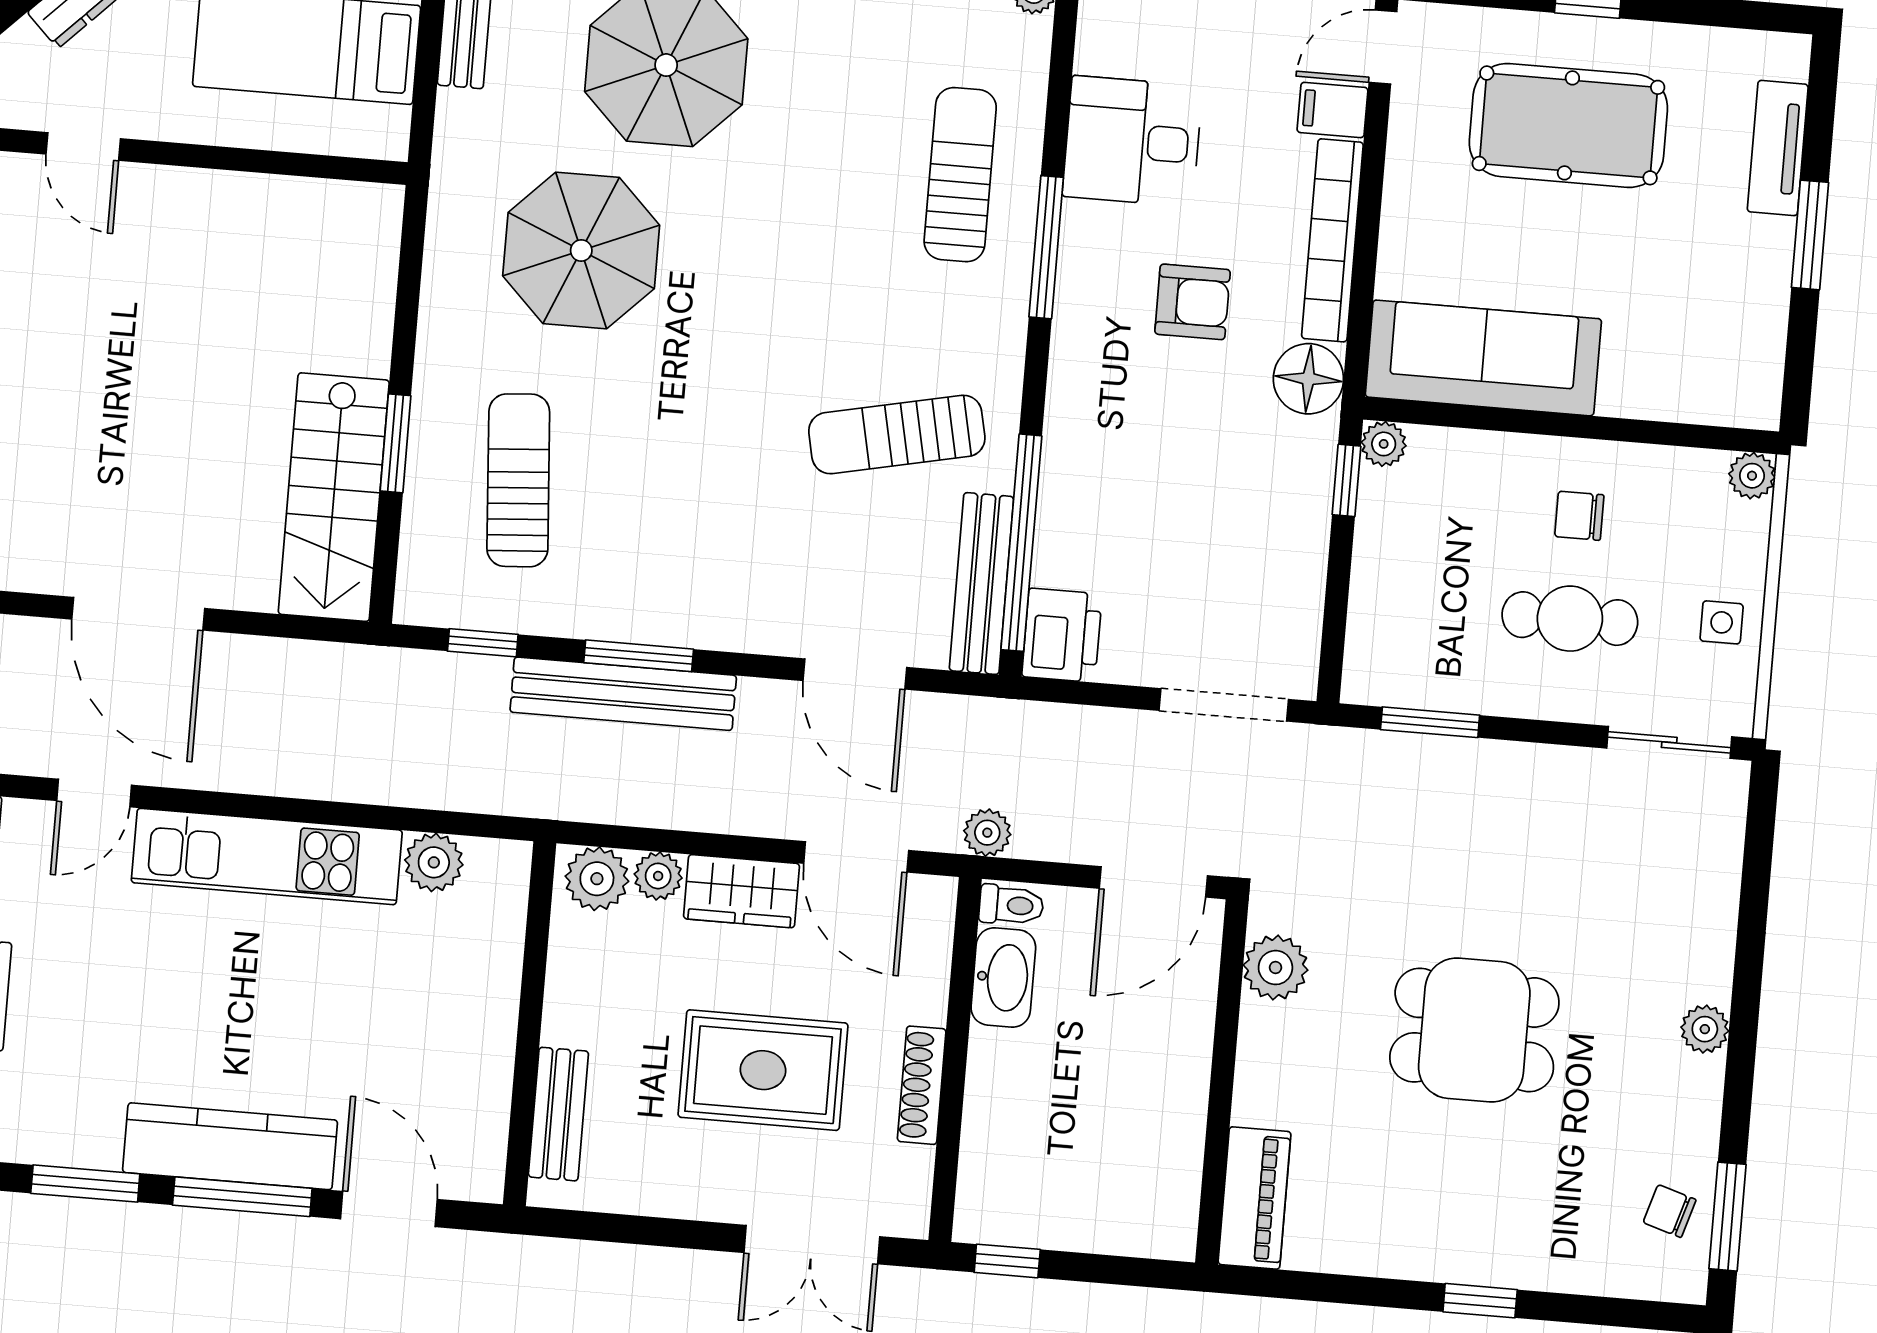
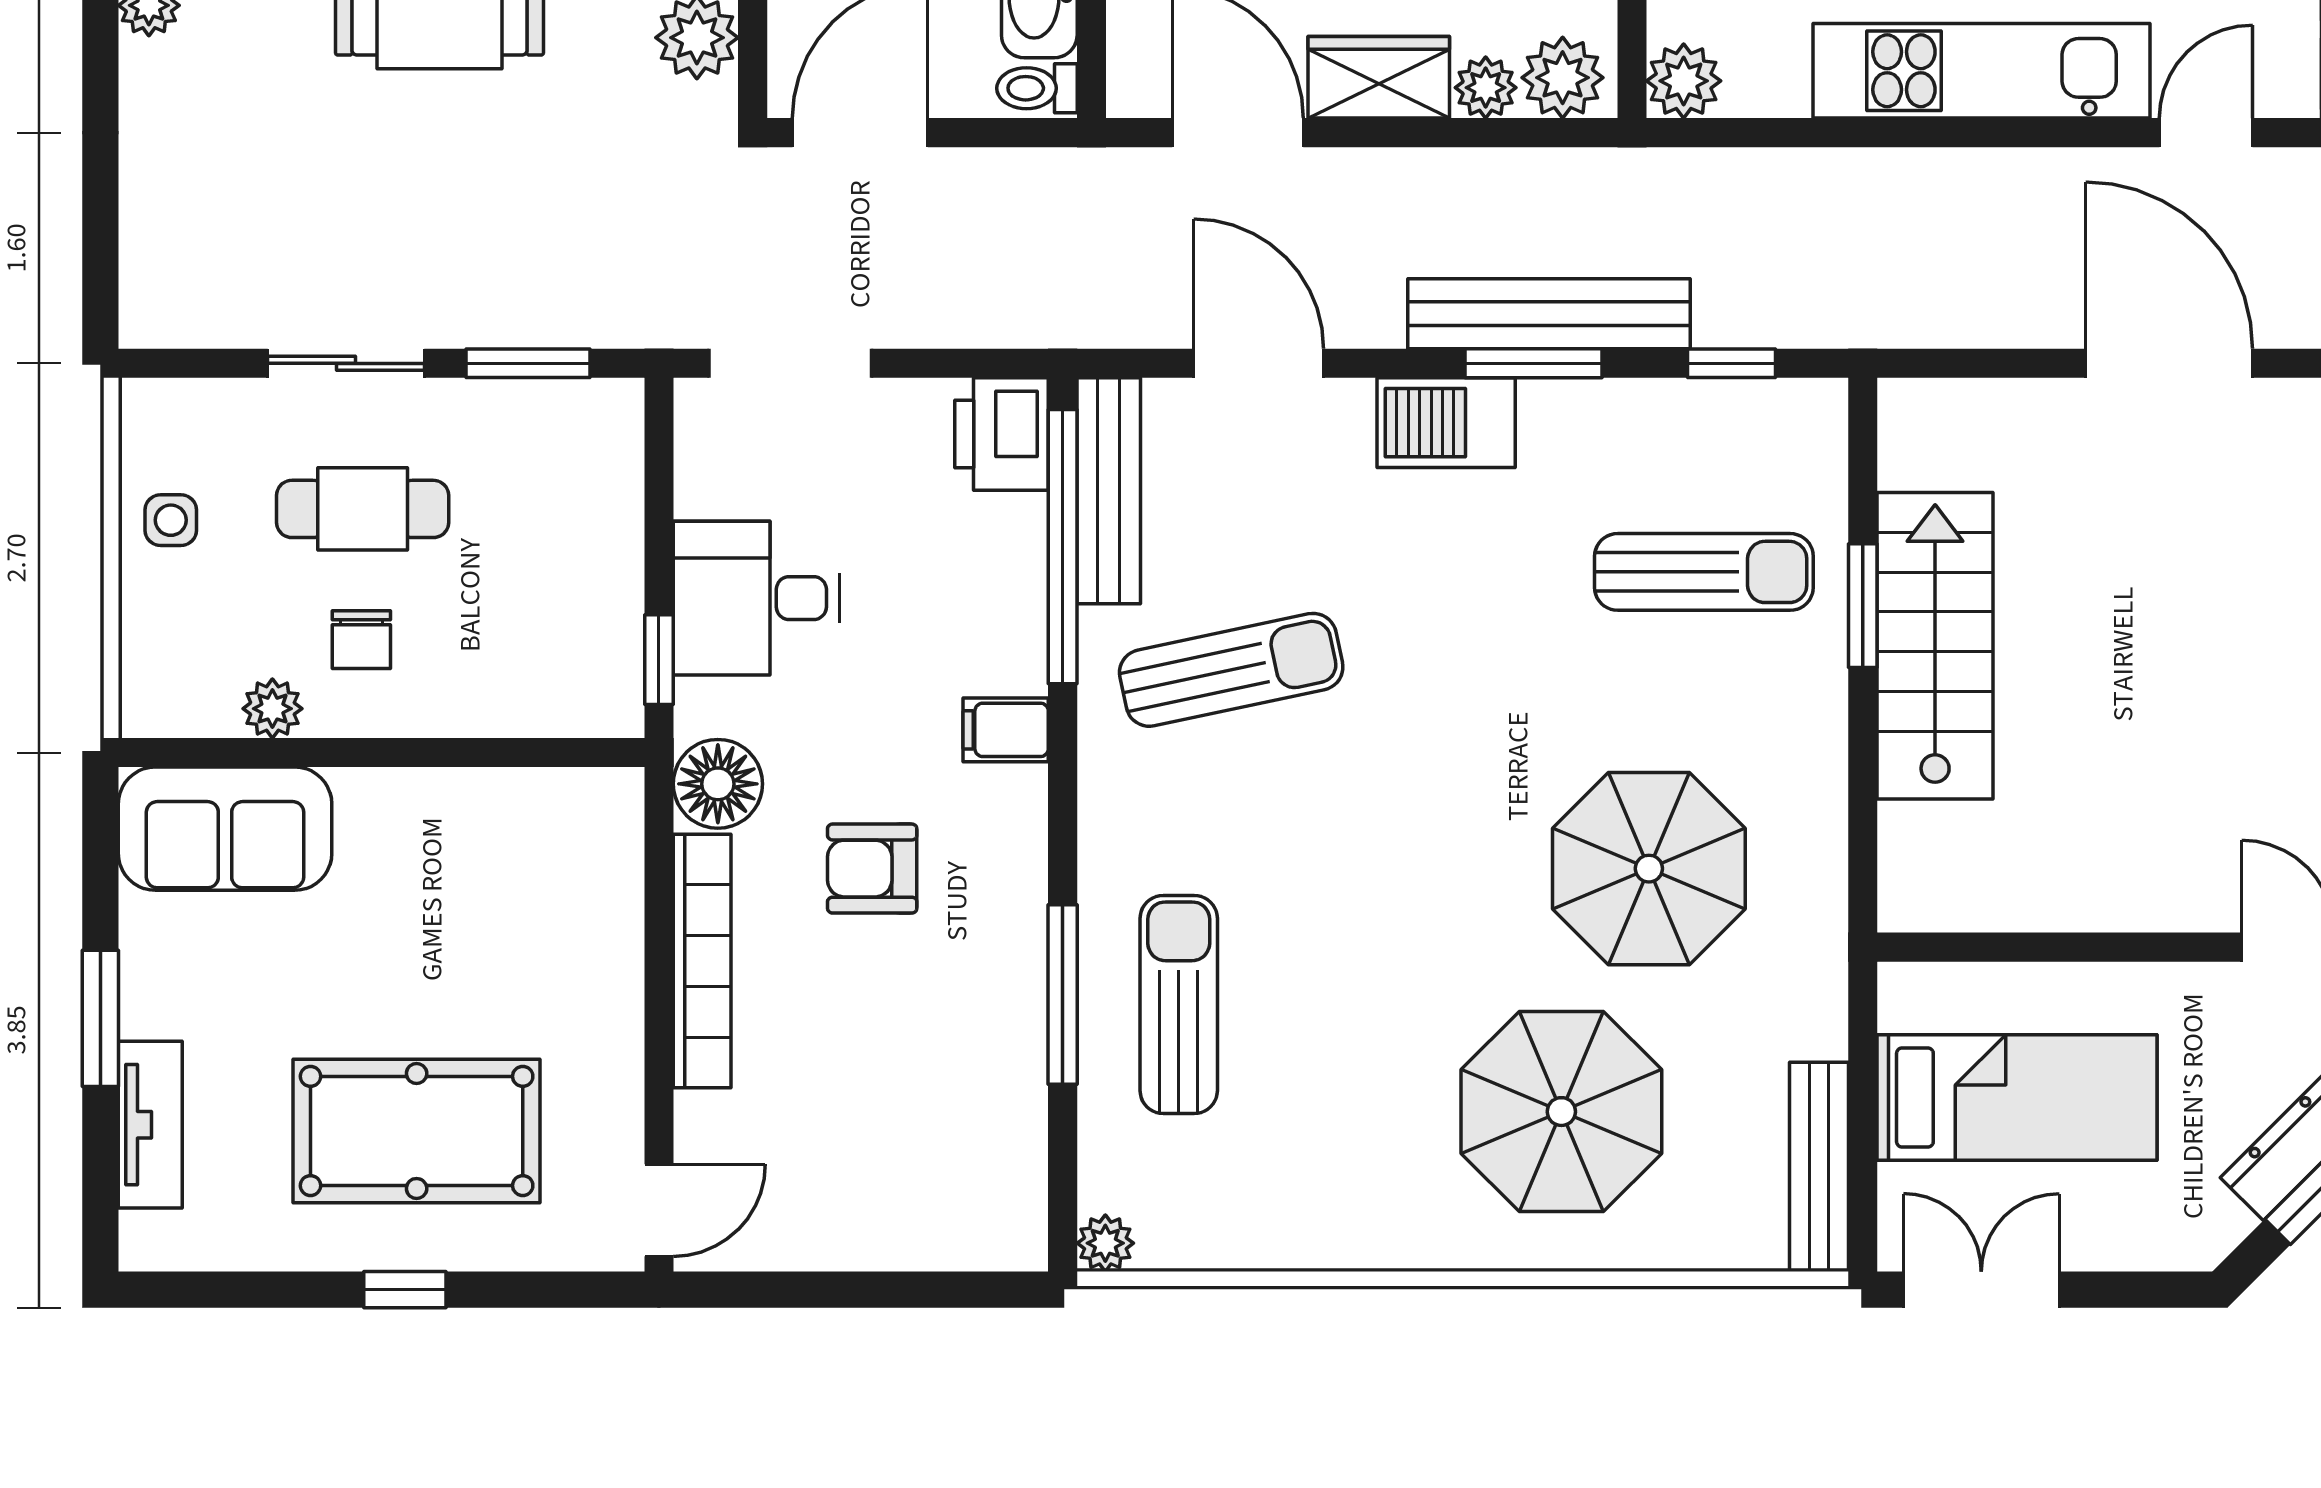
filing cabinet: (1332, 110) -> (1006, 730), moved, turned 180
desk: (1132, 141) -> (756, 598), moved, turned 180
sun lounger: (960, 175) -> (1179, 1004), turned 180
window: (1046, 247) -> (1063, 995), moved
sofa: (1483, 358) -> (225, 829), moved, width x0.73
plant: (1384, 444) -> (616, 710), removed
plant: (1752, 476) -> (272, 709), moved
sun lounger: (518, 480) -> (1704, 572), turned -86
stairs: (334, 497) -> (1935, 646), moved
chair: (1579, 516) -> (361, 640), turned 90
barbecue: (711, 615) -> (1446, 423), added
sliding door: (1669, 742) -> (346, 363), moved
plant: (987, 833) -> (1075, 177), removed
plant: (434, 862) -> (1684, 81), moved

